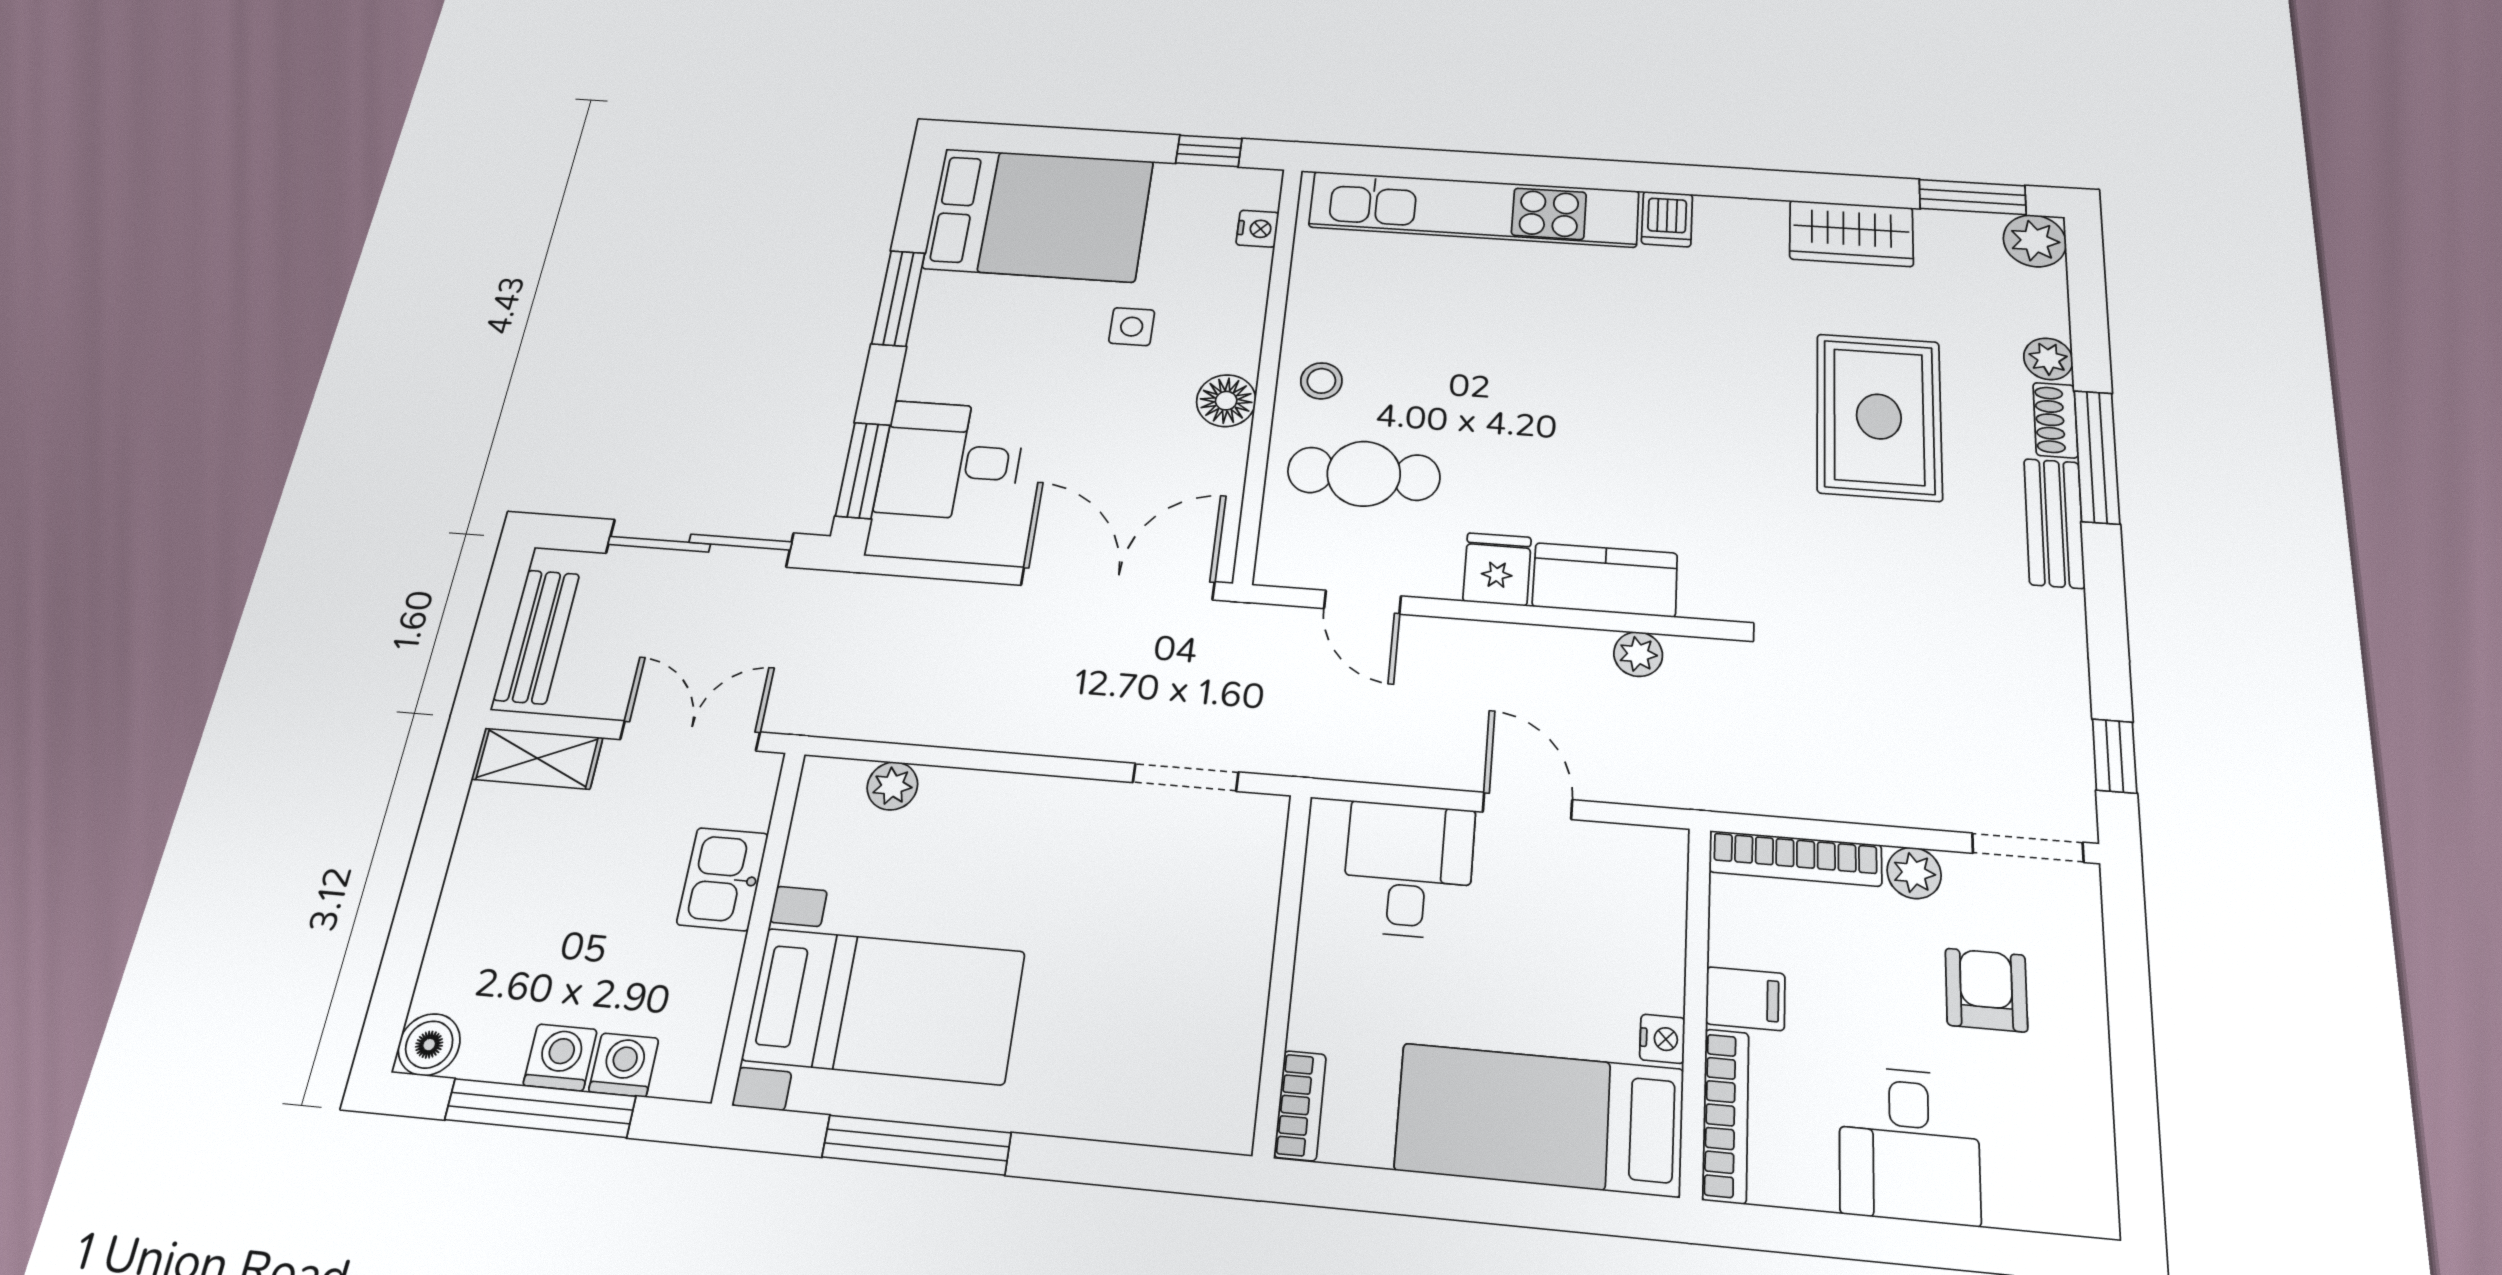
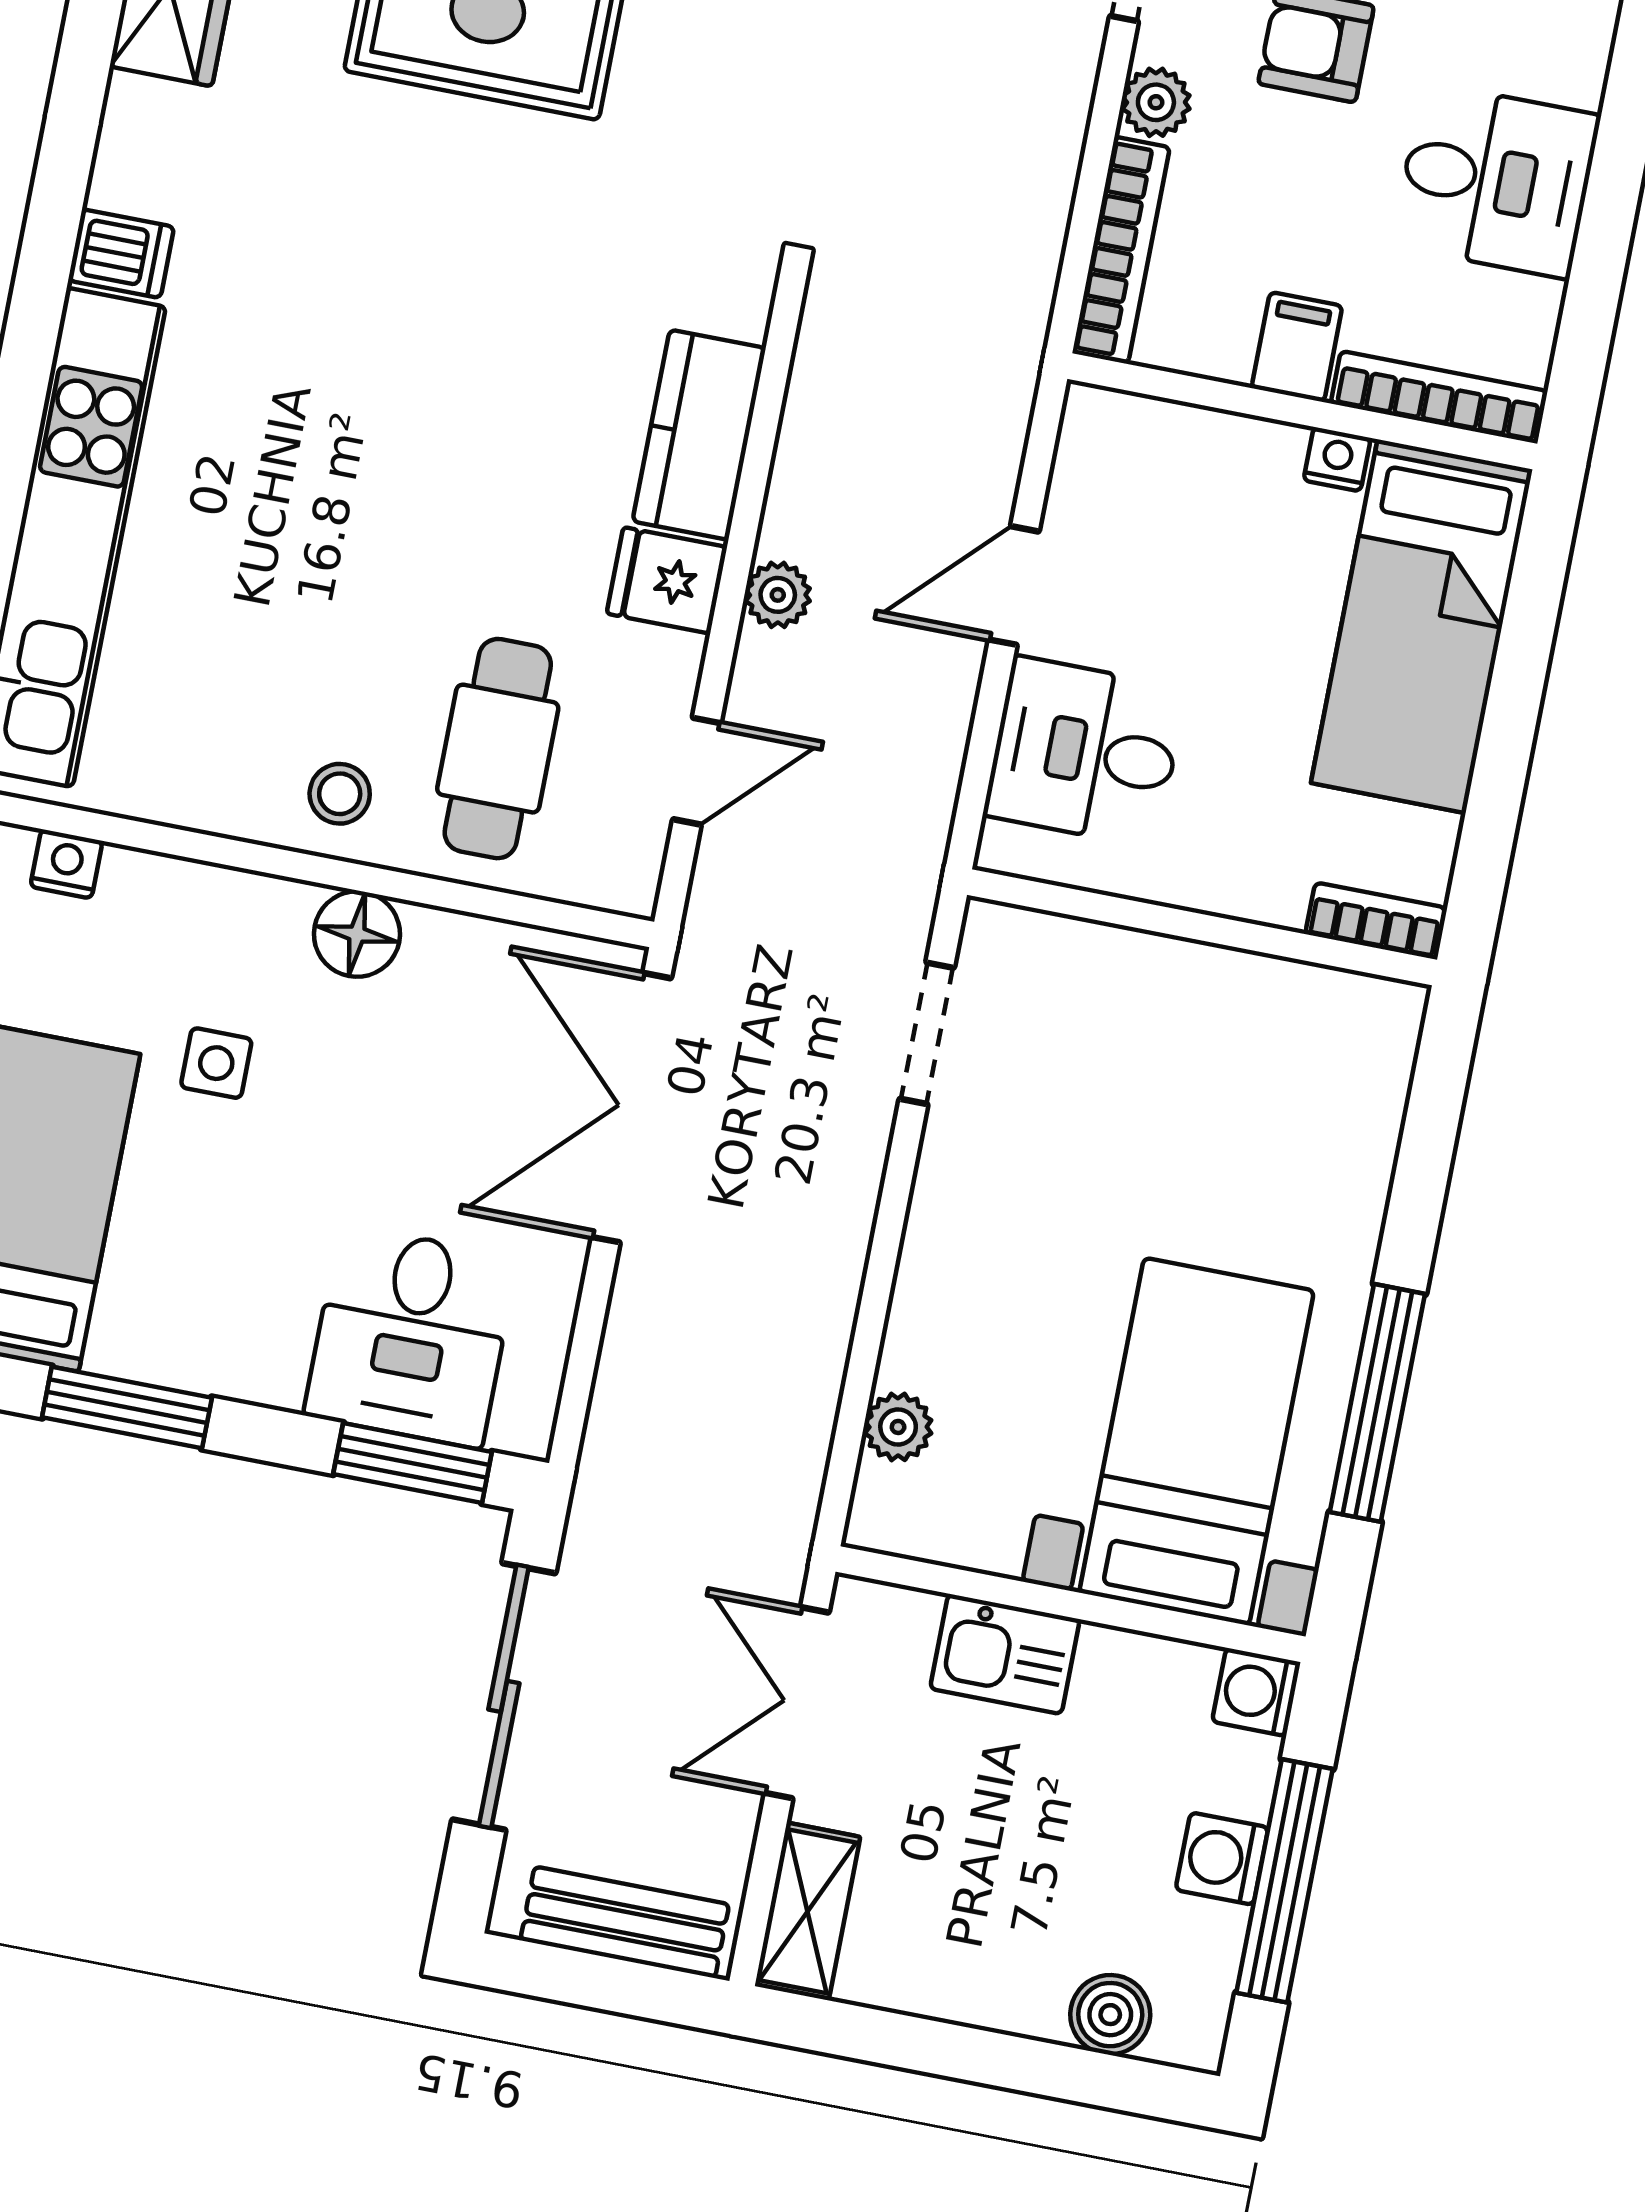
plant: (1638, 654) -> (778, 595), moved
boiler: (429, 1045) -> (1110, 2015), moved
washing machine: (624, 1065) -> (1256, 1692), moved

